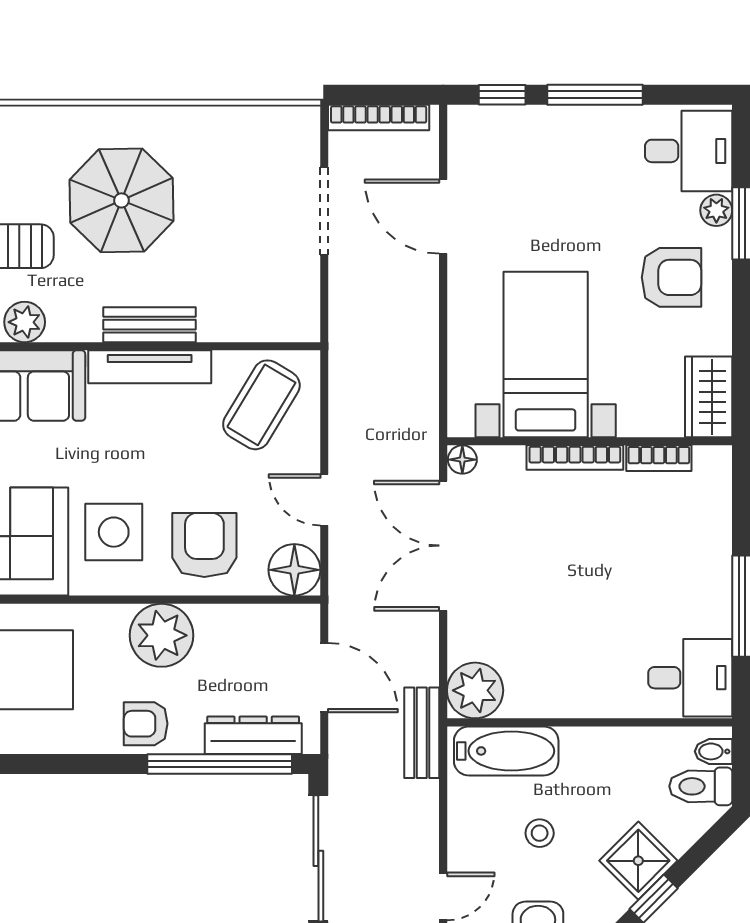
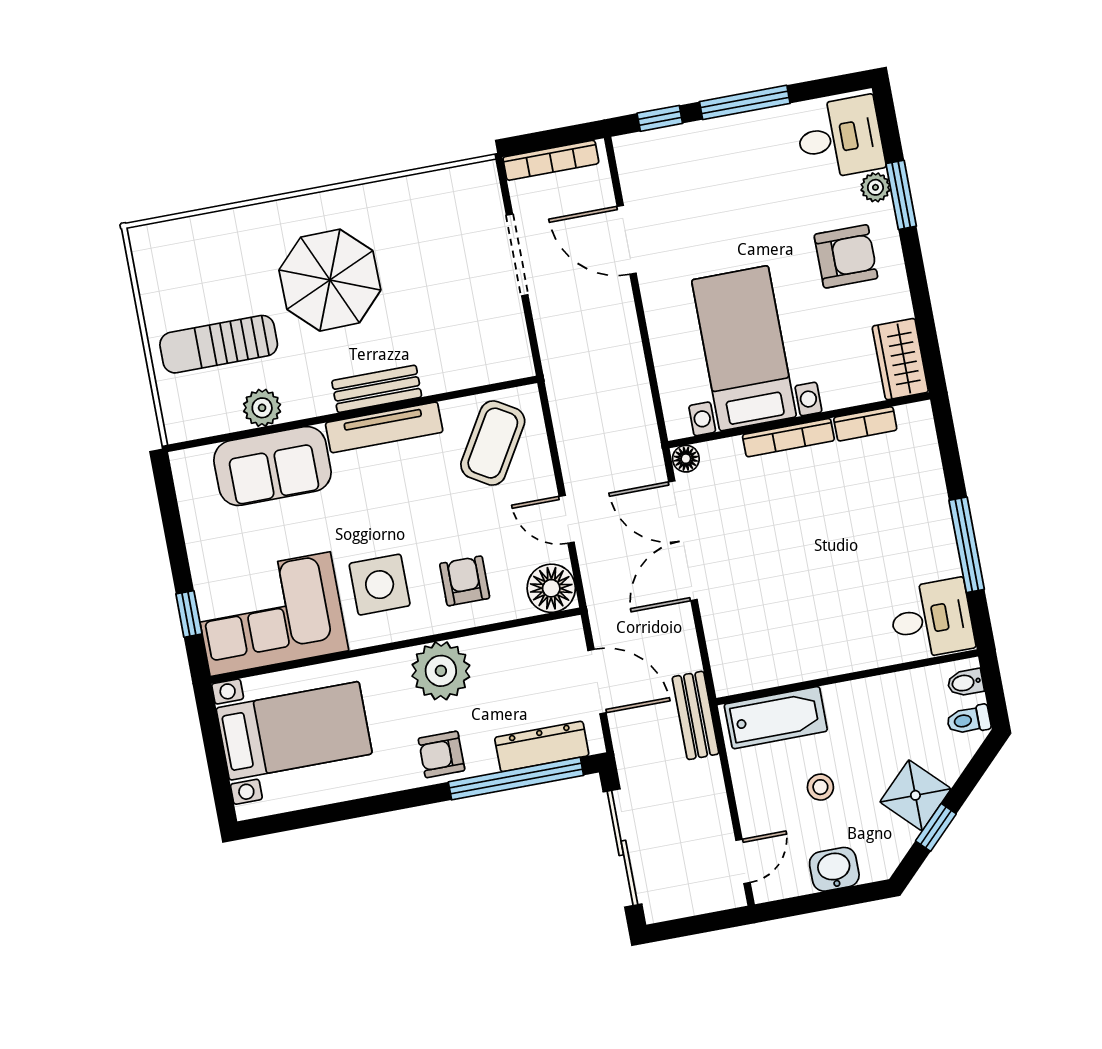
armchair: (204, 545) -> (465, 581), width x0.72, depth x0.72
plant: (475, 690) -> (737, 668), removed
toilet: (701, 786) -> (969, 720), width x0.73, depth x0.72

